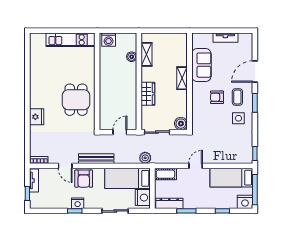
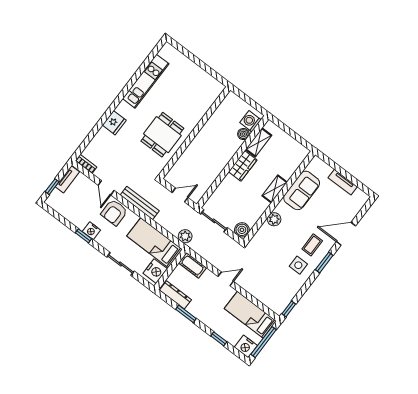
kitchen unit: (70, 40) -> (146, 81), moved, turned -90
washing machine: (109, 40) -> (251, 121), moved, turned 90
wardrobe: (148, 94) -> (243, 166), moved
armchair: (217, 97) -> (293, 231), removed
plant: (198, 99) -> (274, 219), added

